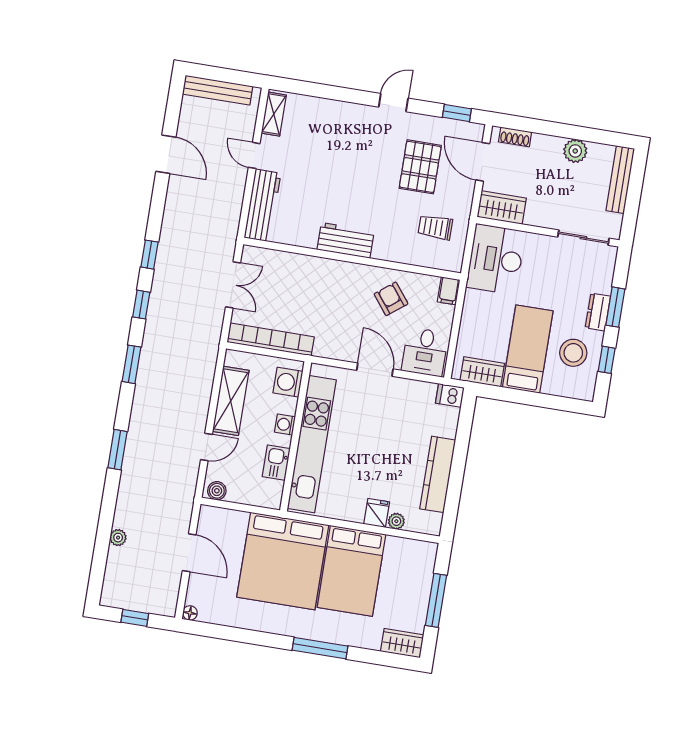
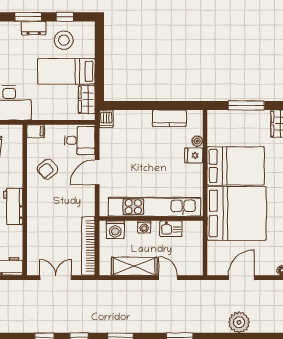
kitchen counter: (438, 474) -> (169, 118), width x0.67
boiler: (217, 491) -> (196, 266), removed
plant: (118, 538) -> (239, 322), width x1.88, depth x1.88

